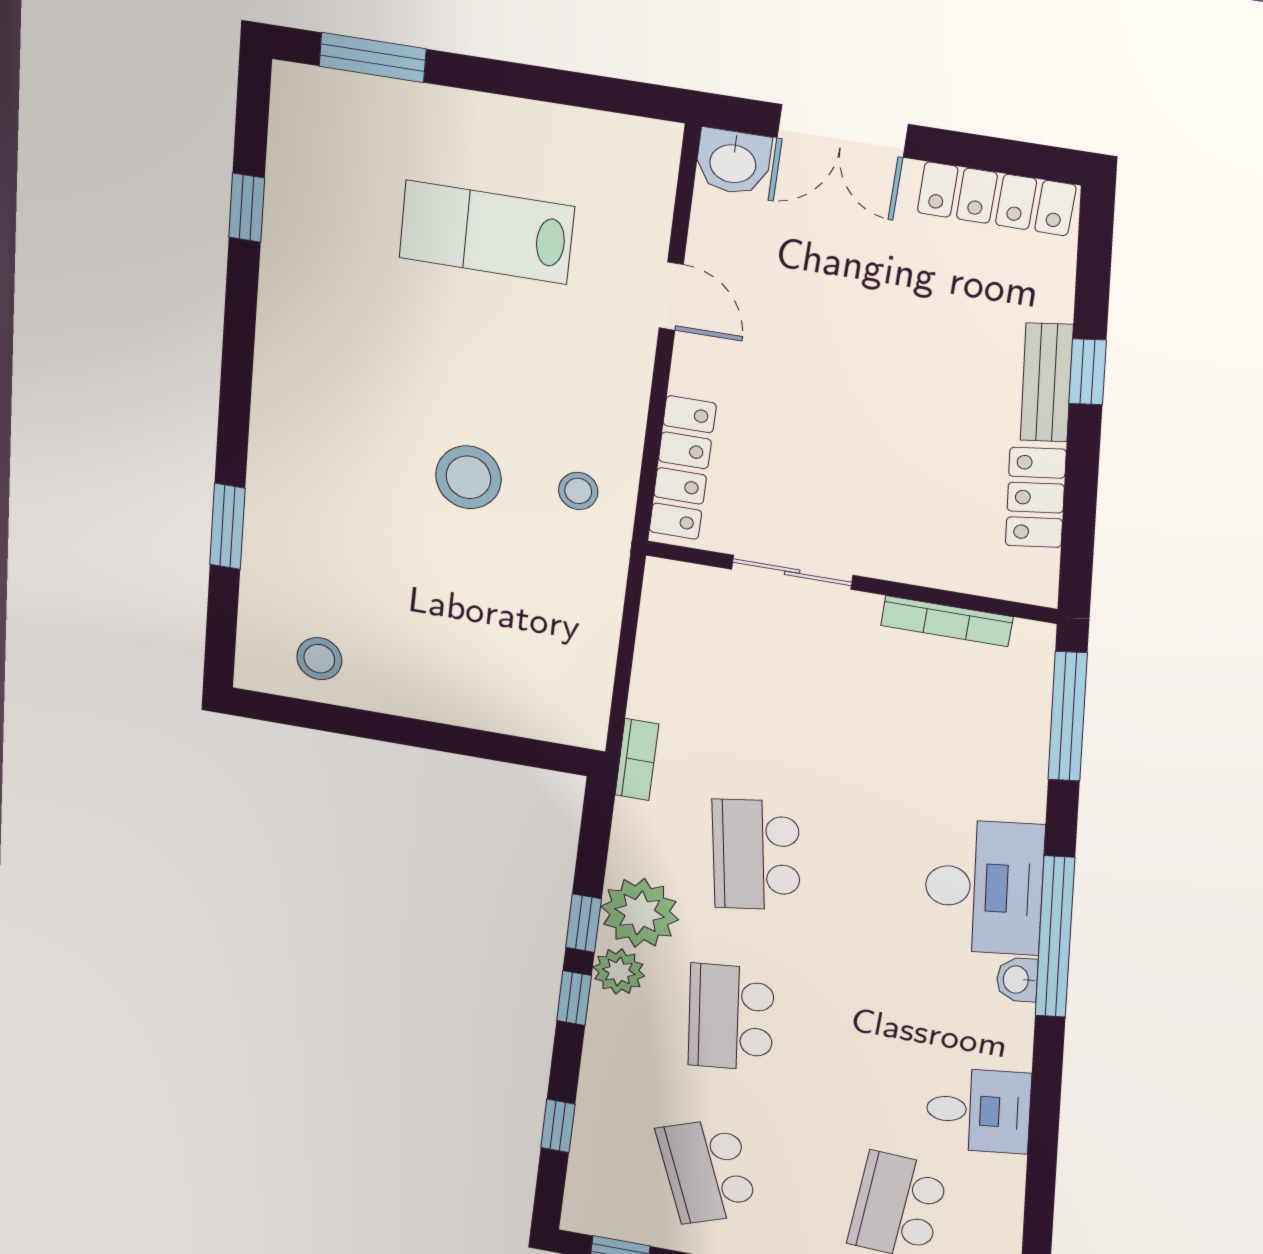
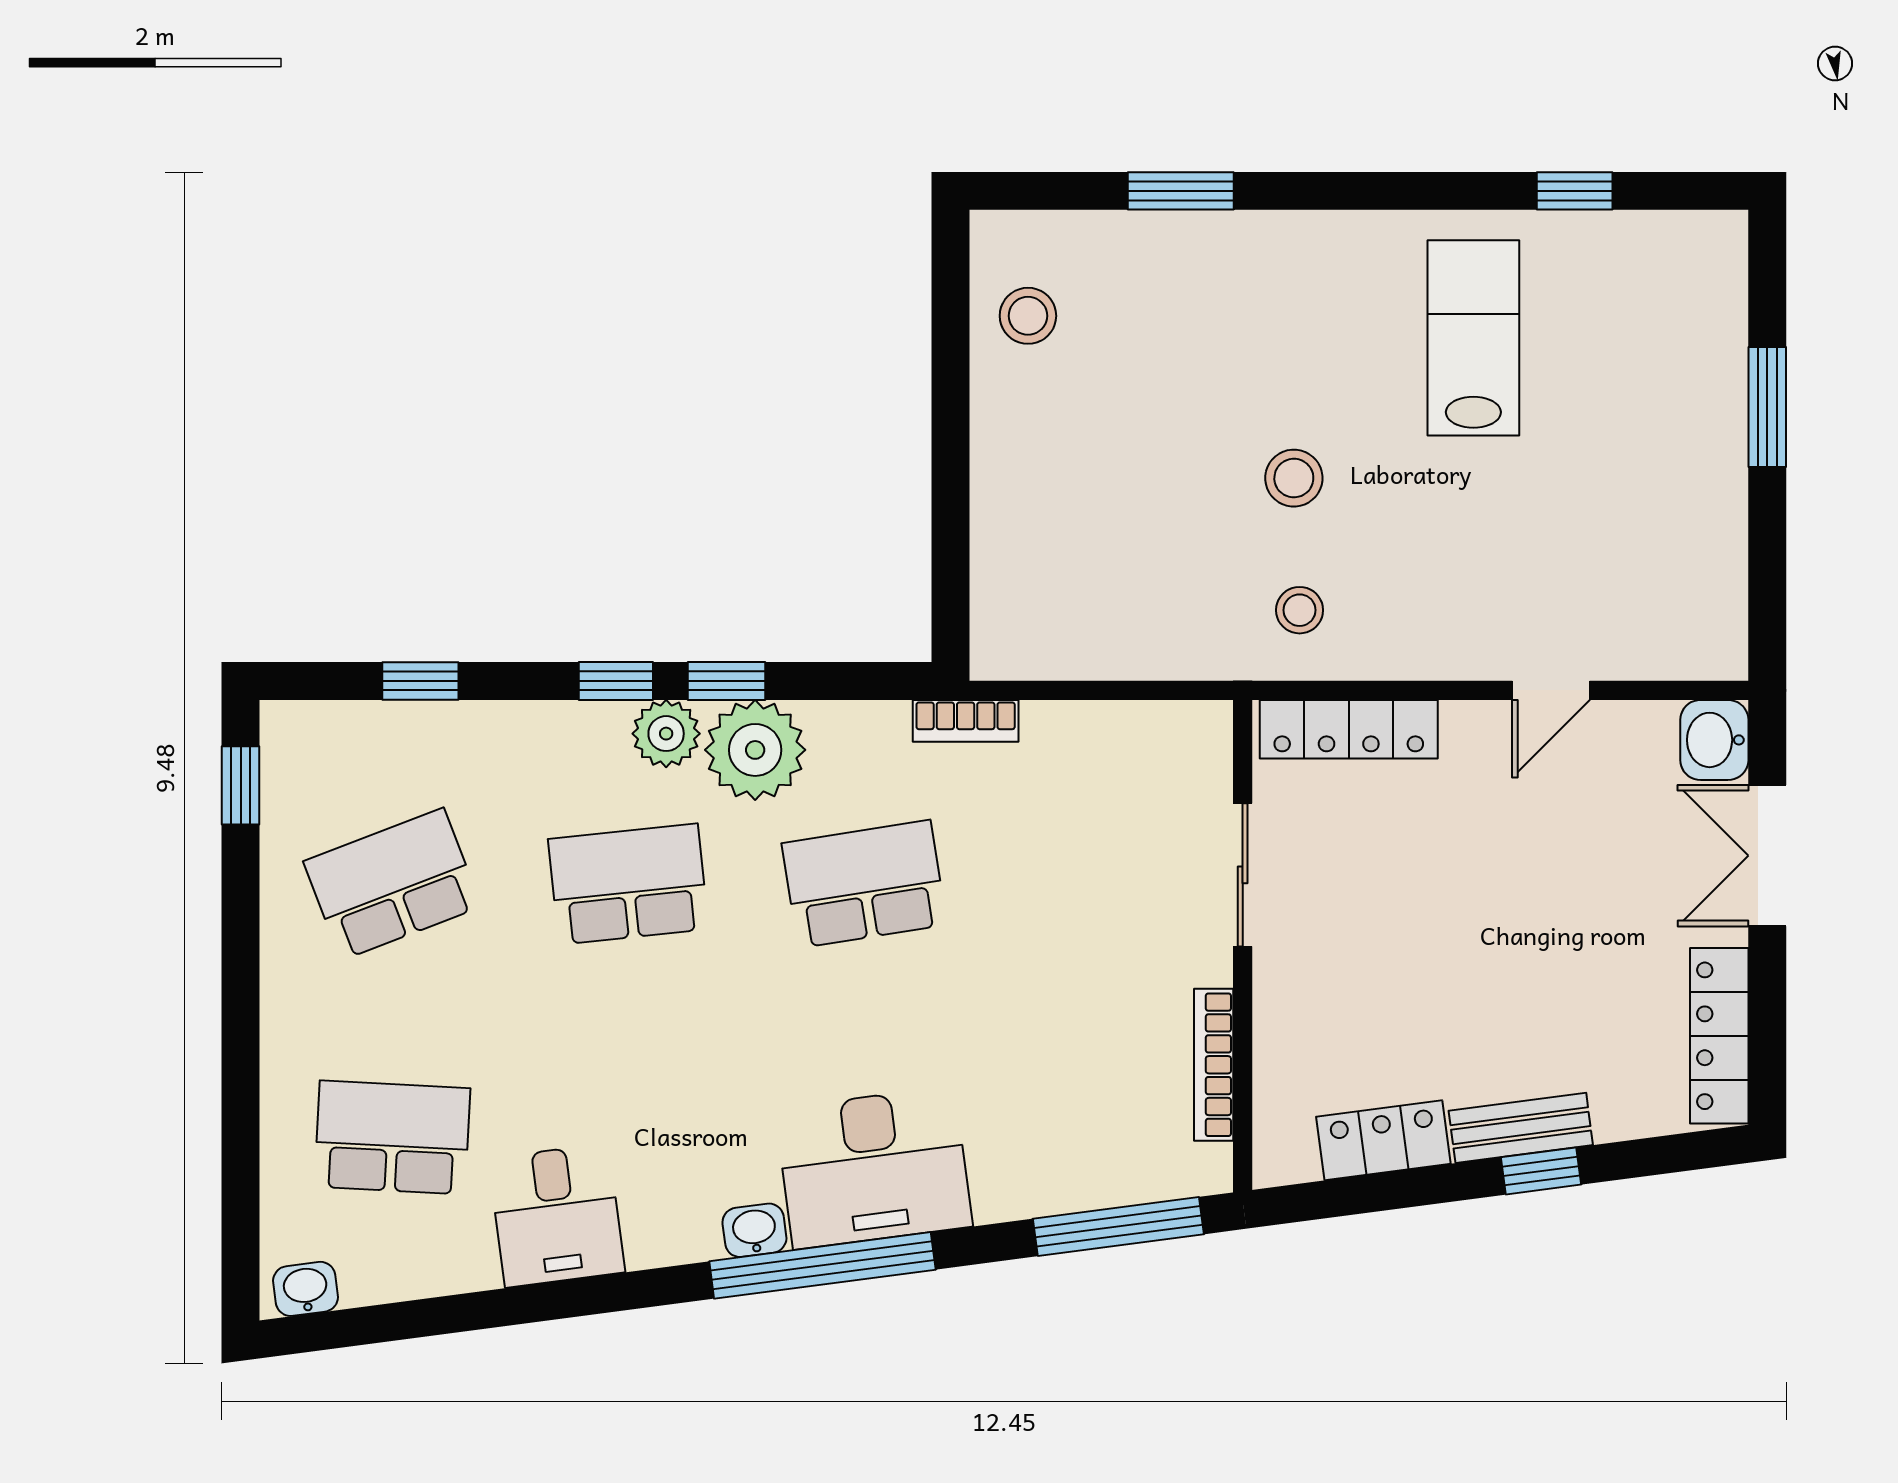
window: (373, 58) -> (1767, 407), moved
lab bench: (487, 232) -> (1473, 338), moved
stool: (468, 477) -> (1294, 478), width x0.73, depth x0.73

